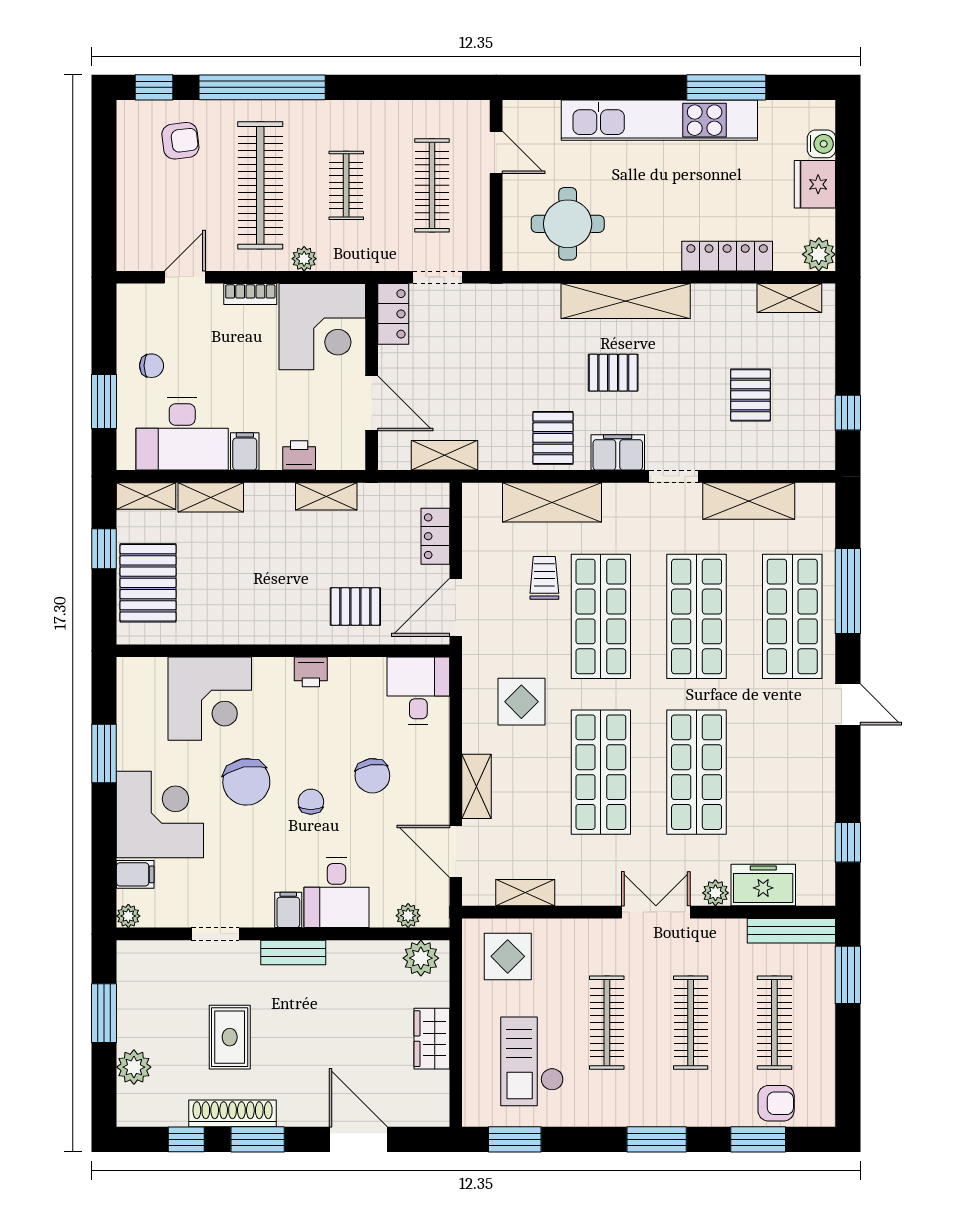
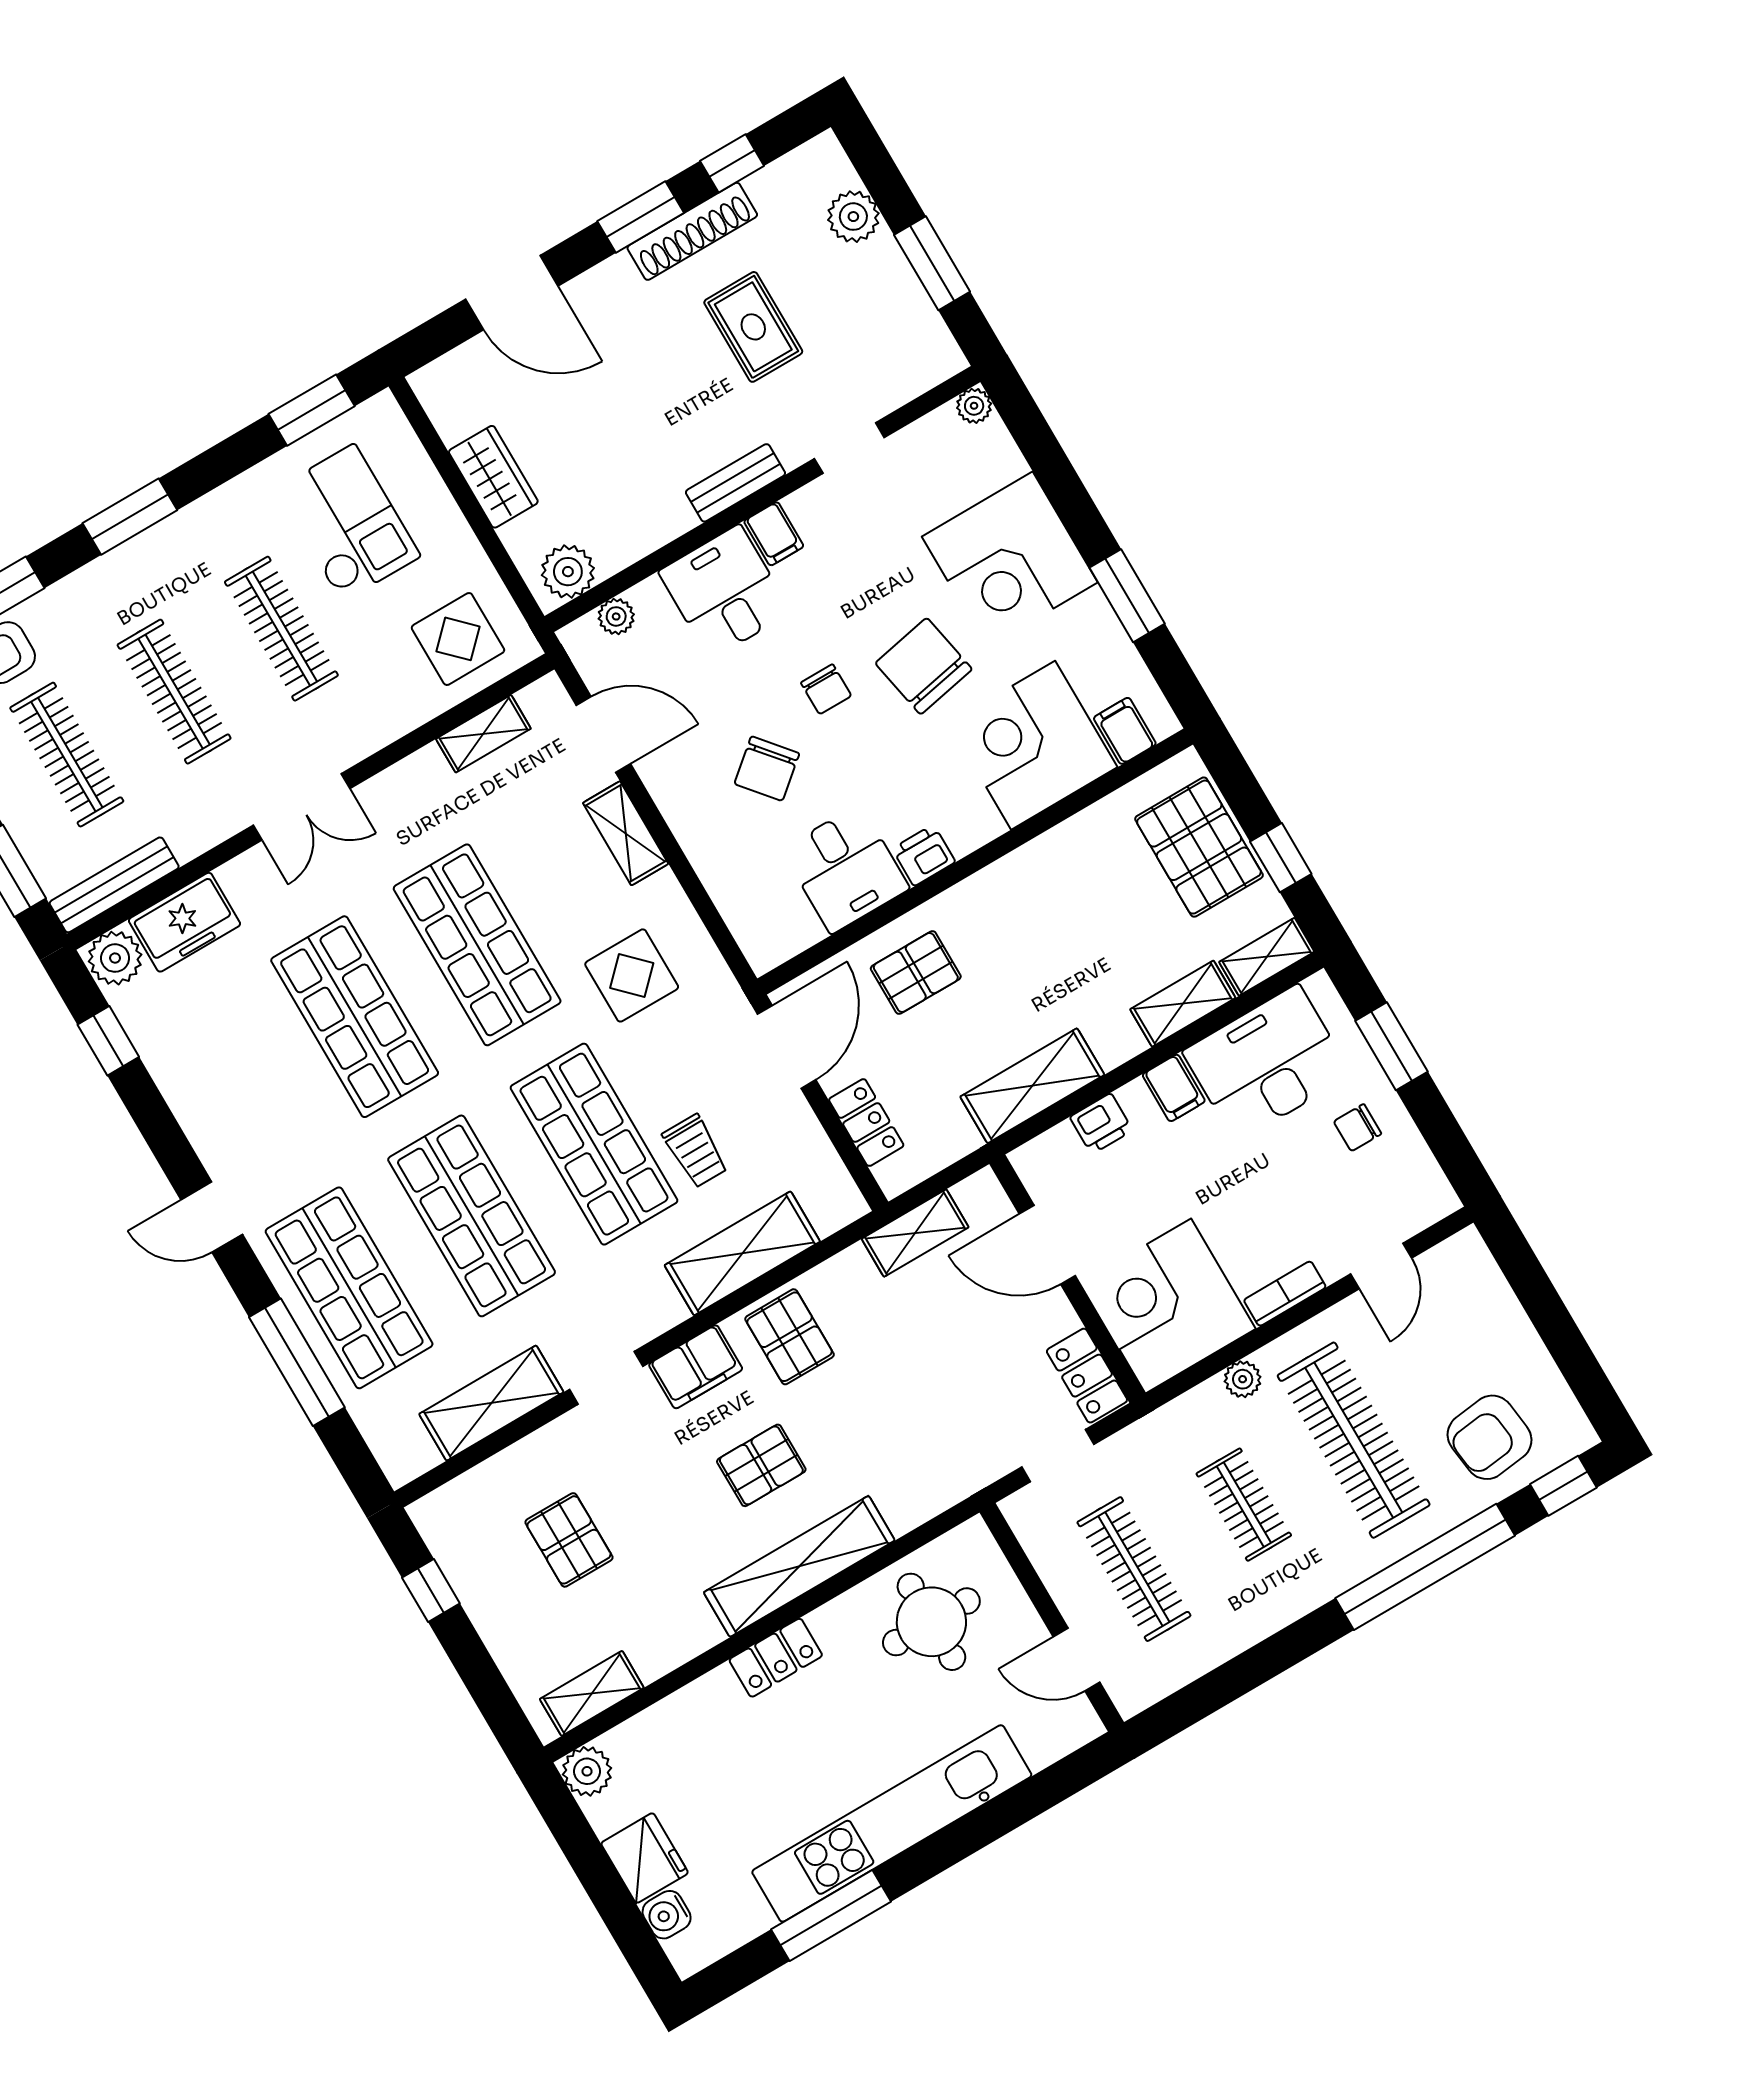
armchair: (180, 141) -> (1490, 1437), width x1.38, depth x1.38
locker: (727, 256) -> (776, 1658), moved, width x0.66
shelving: (326, 496) -> (1032, 1086), width x1.50, depth x1.33
desk: (418, 691) -> (845, 869), moved
chair: (372, 776) -> (767, 769), turned -121
filing cabinet: (135, 874) -> (1125, 731), moved, turned 90
plant: (715, 893) -> (115, 958), moved, width x1.38, depth x1.38

